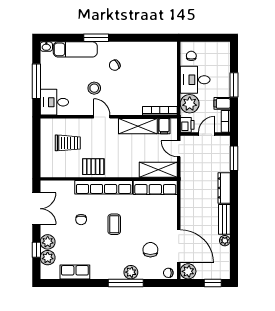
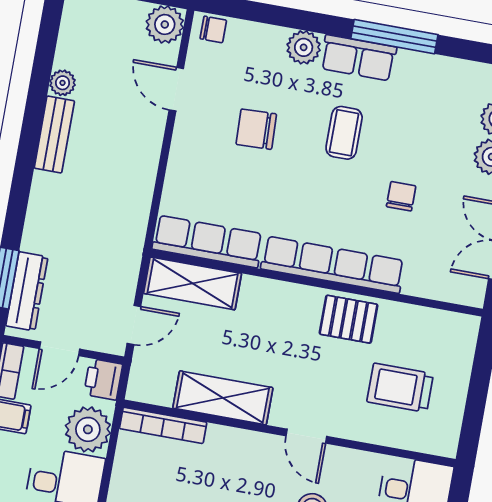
filing cabinet: (164, 126) -> (160, 386), removed
door: (179, 149) -> (134, 325), hinge flipped
dresser: (224, 188) -> (27, 291), moved
coffee table: (114, 224) -> (344, 133), moved
door: (179, 246) -> (176, 89), width x0.53
chair: (150, 250) -> (256, 129), moved, turned 88
row of seats: (75, 272) -> (358, 58), moved
window: (126, 283) -> (394, 37), moved

